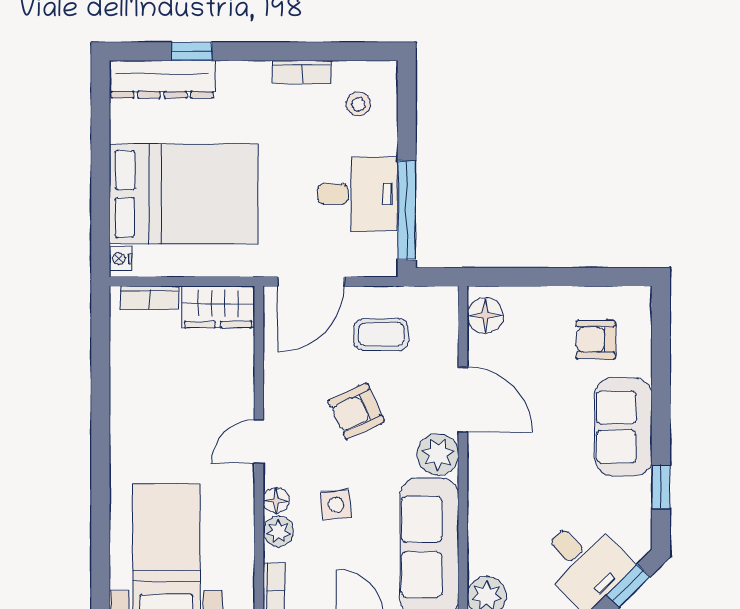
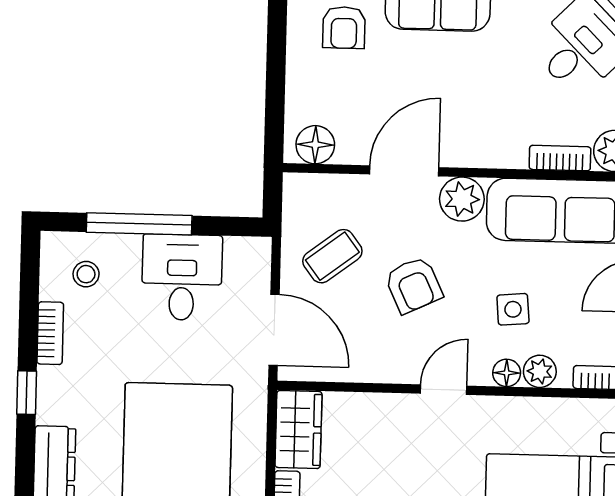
window: (192, 51) -> (27, 393), moved
window: (407, 210) -> (139, 224), moved
coffee table: (381, 334) -> (332, 256), turned 53
door: (259, 442) -> (444, 390), swing flipped
bookcase: (479, 545) -> (560, 158), added

